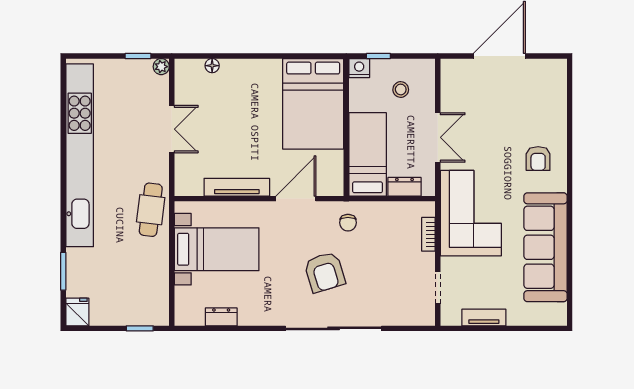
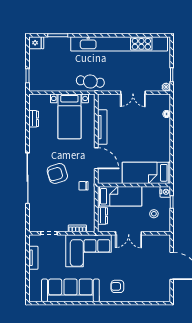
bed: (313, 104) -> (146, 173), width x0.67

